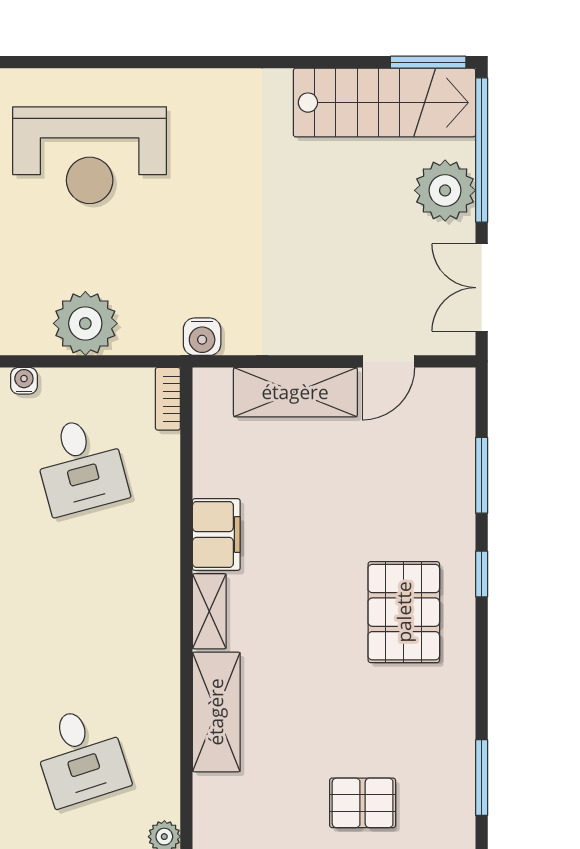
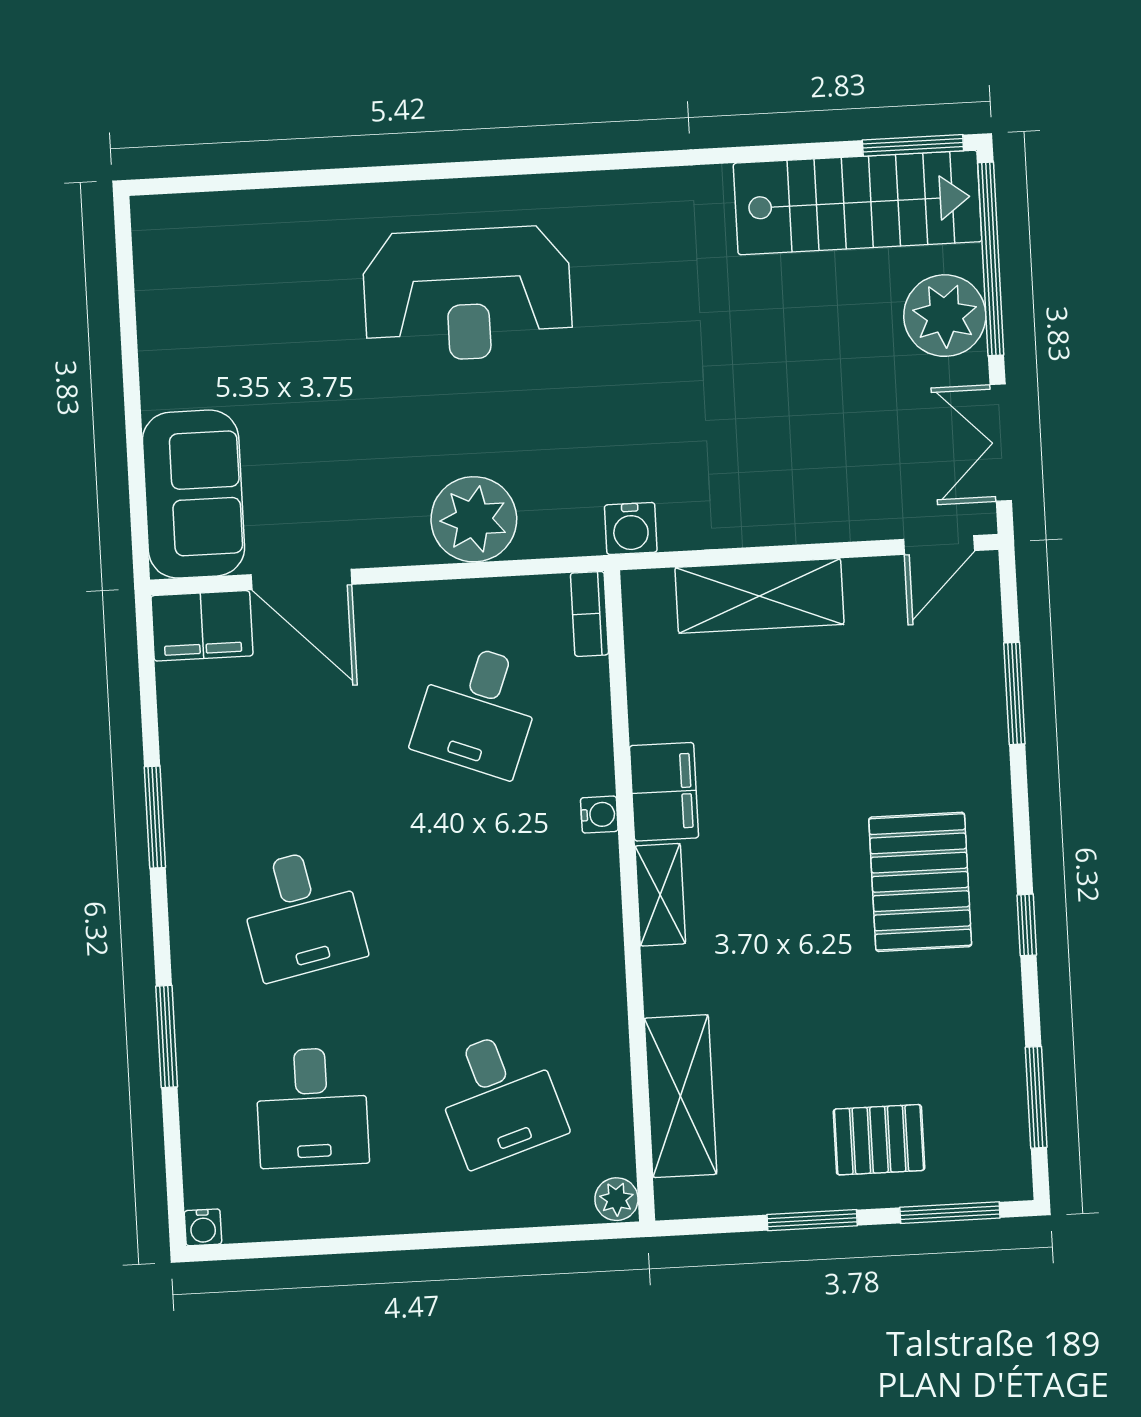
door: (388, 361) -> (939, 545), moved
water cooler: (24, 381) -> (599, 815), moved, turned 90
desk: (81, 466) -> (478, 710), turned 36
window: (482, 574) -> (1027, 925), moved
shelving: (216, 712) -> (681, 1096), moved

